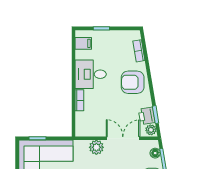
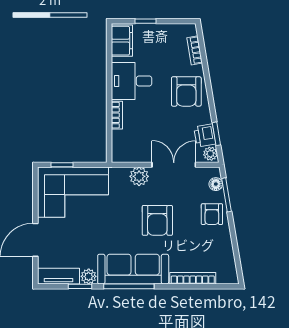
filing cabinet: (83, 43) -> (122, 41), width x2.00
armchair: (133, 82) -> (186, 91), turned -90

